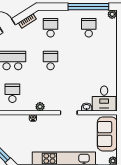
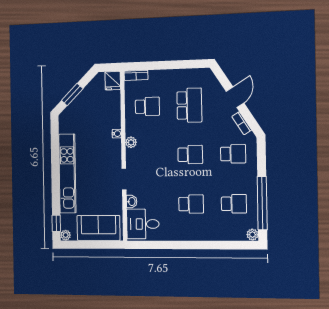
school desk: (89, 60) -> (191, 204), added

